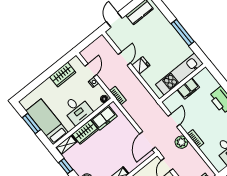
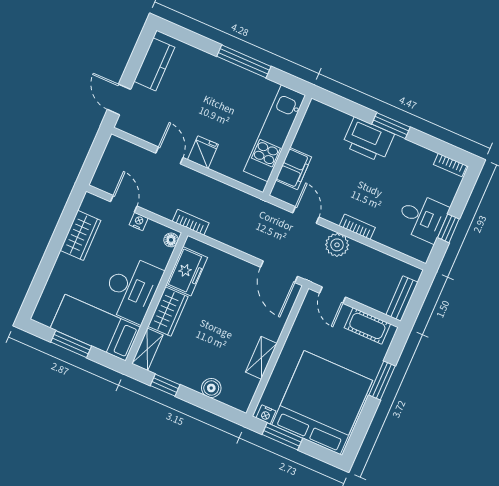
filing cabinet: (188, 89) -> (294, 169), moved
desk: (77, 110) -> (132, 289), width x1.37

